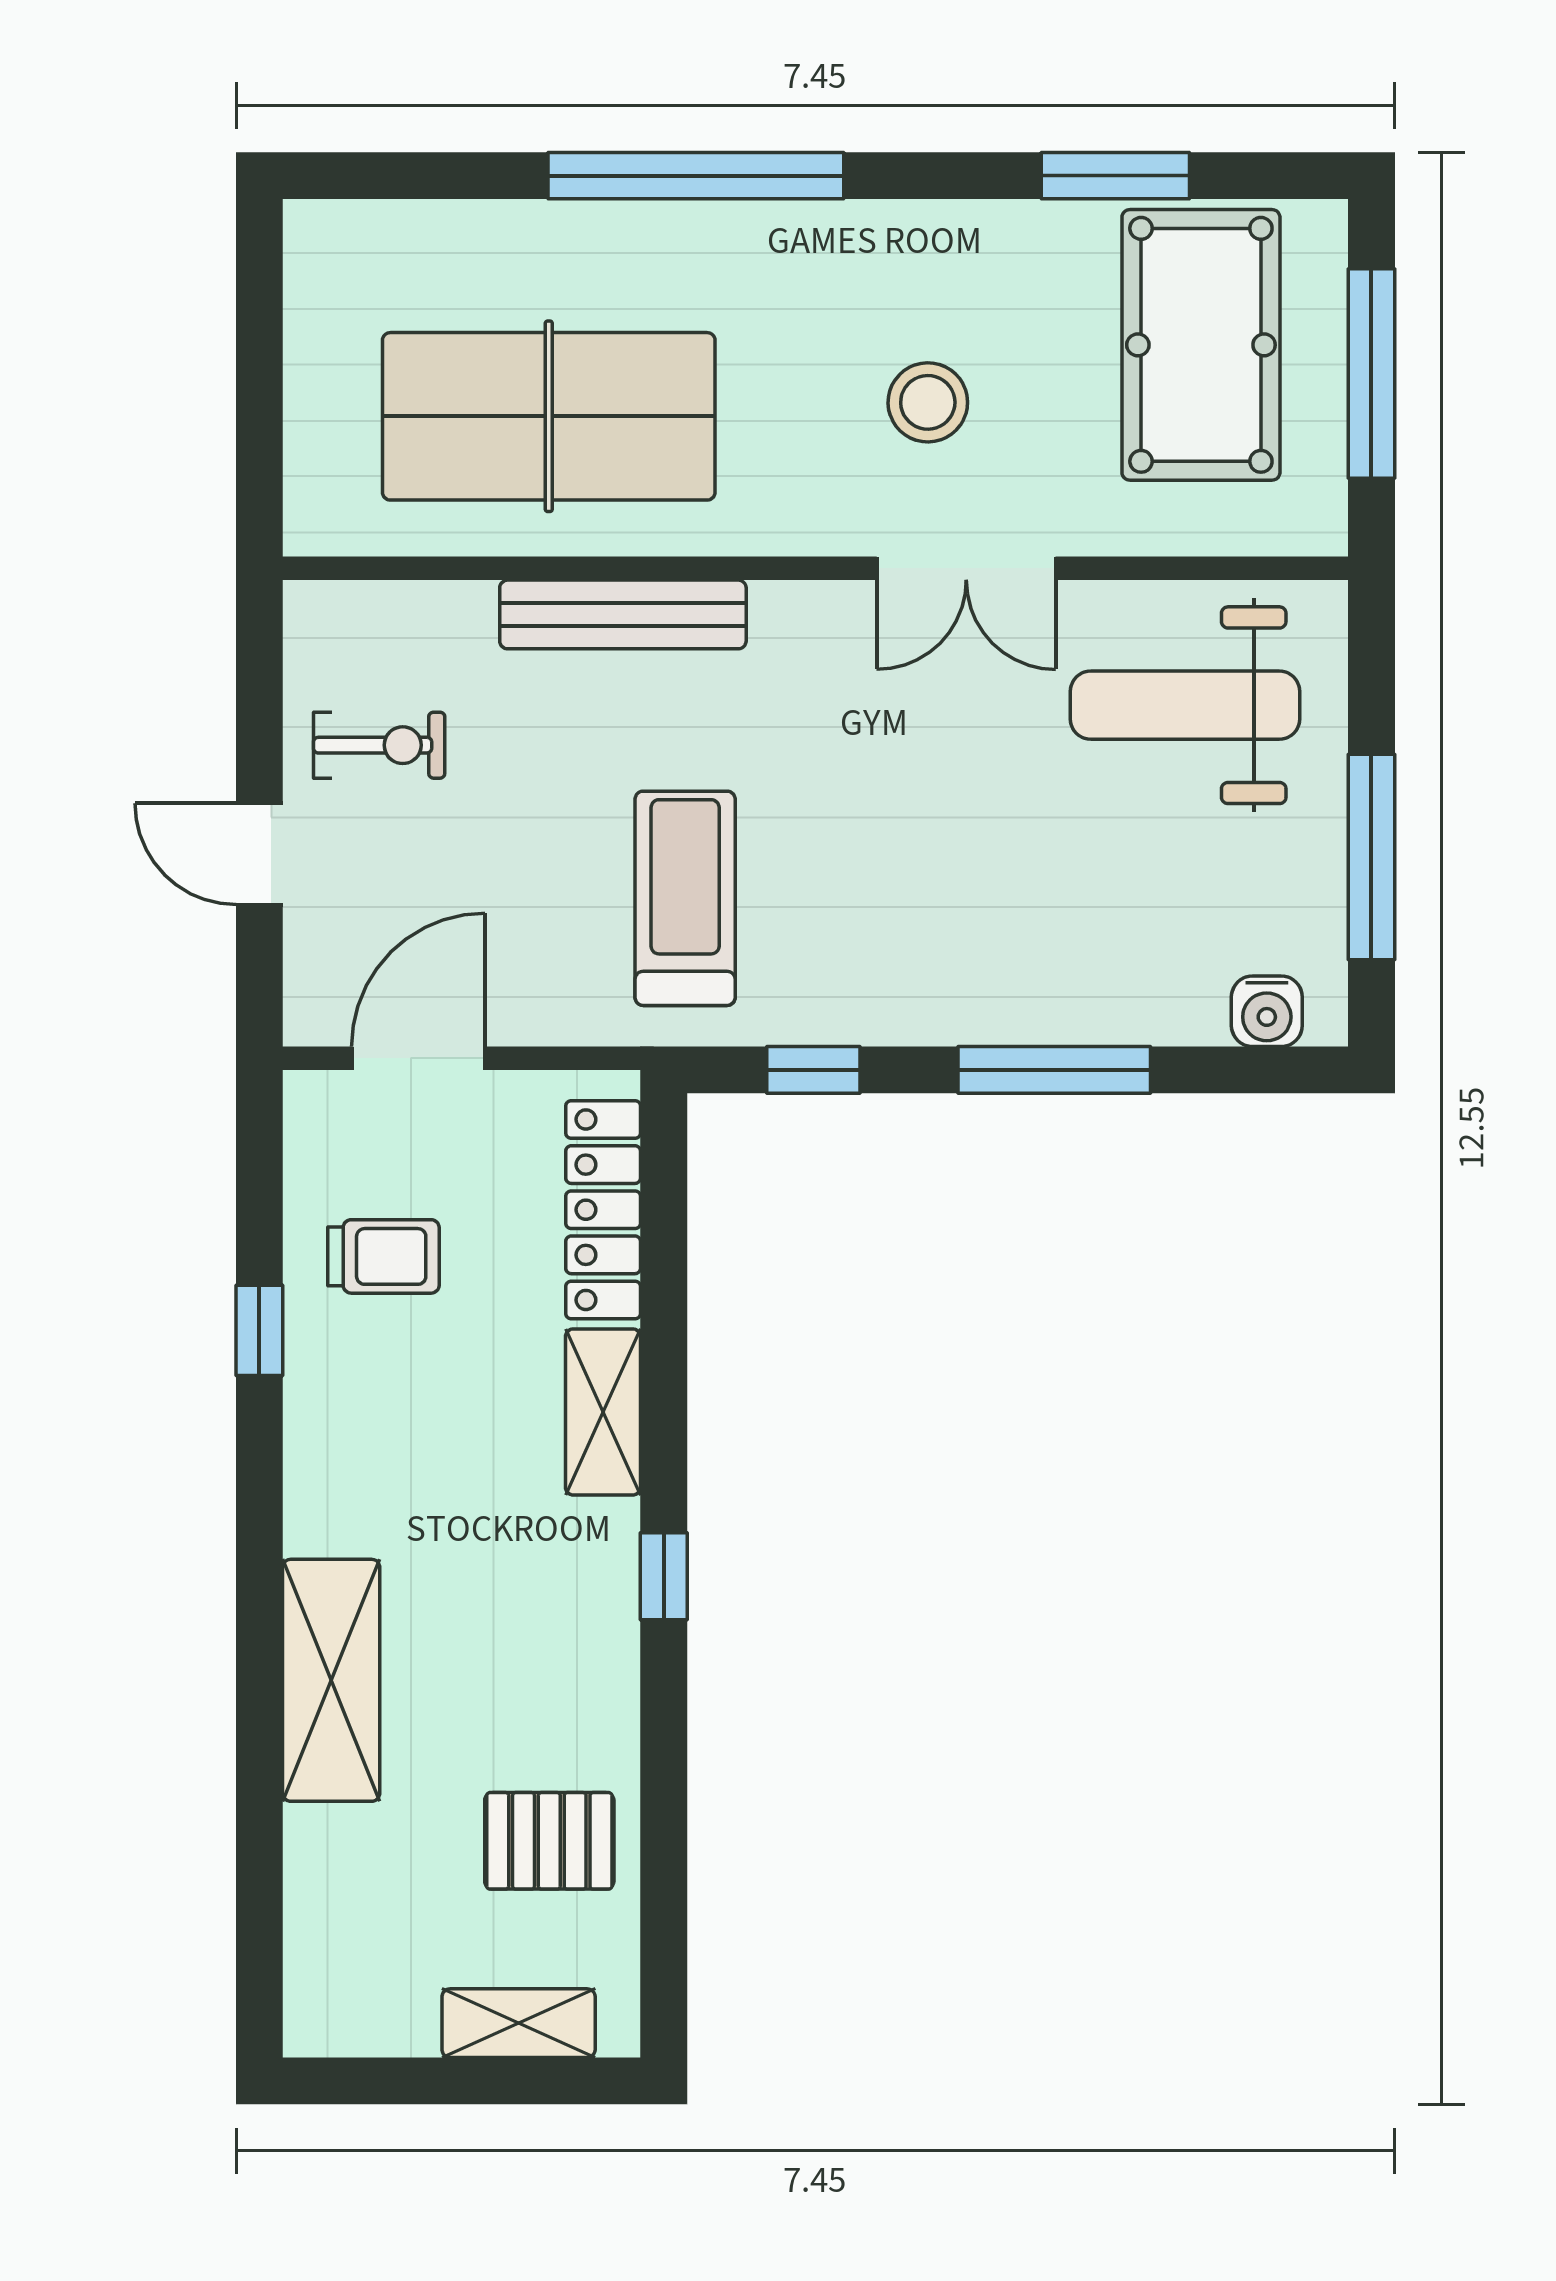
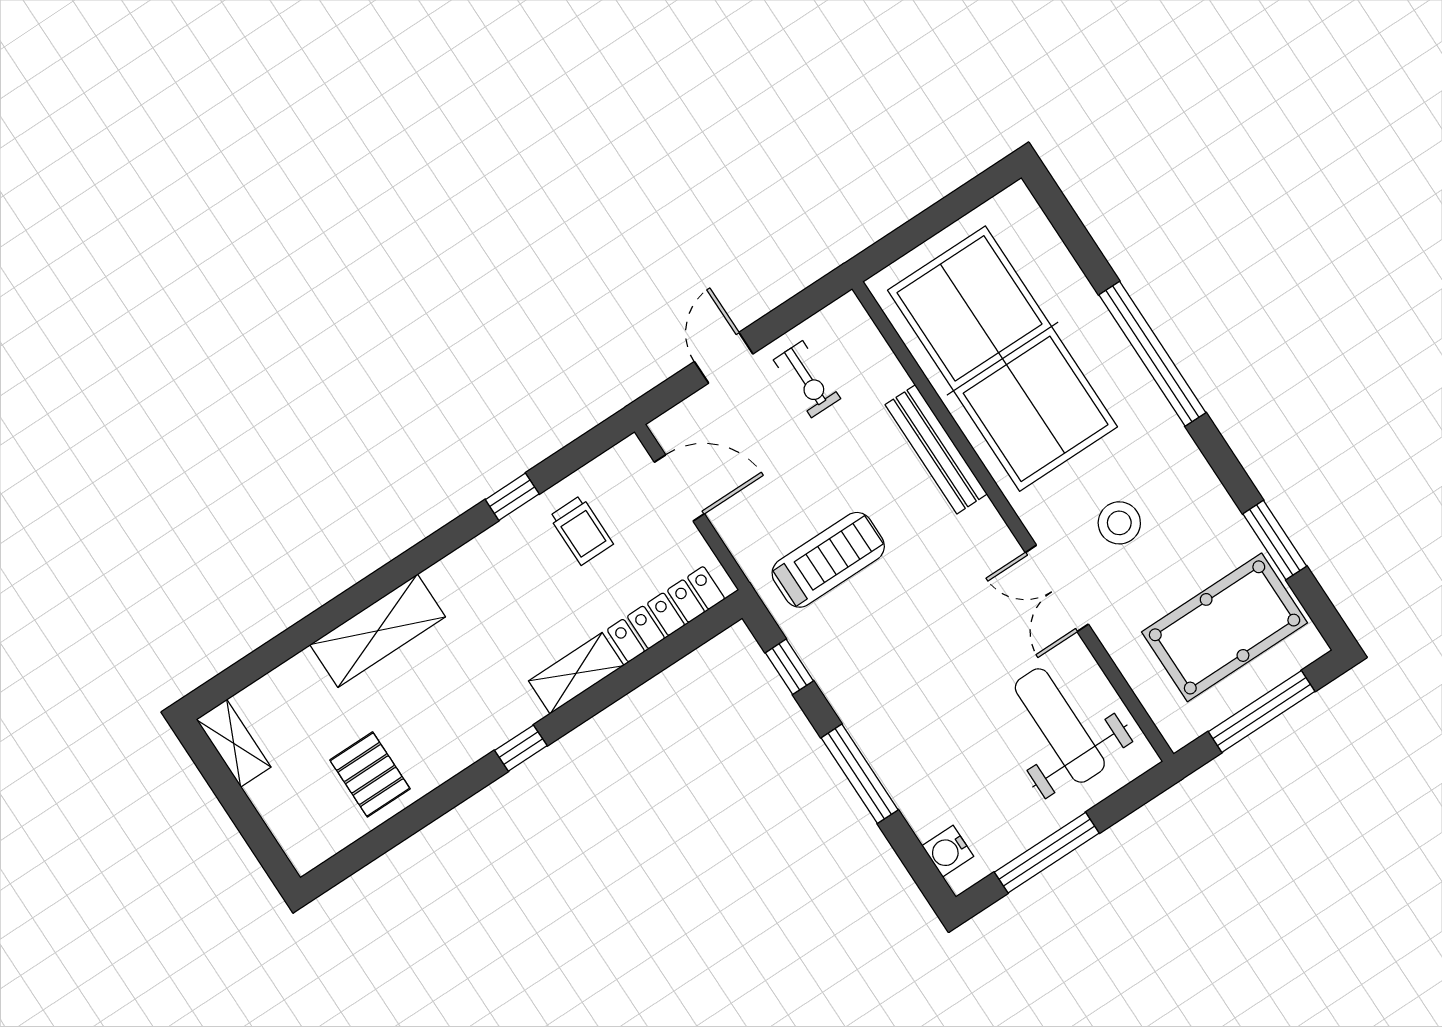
table tennis table: (549, 416) -> (1003, 359), width x1.36, depth x1.32
shelving: (519, 2023) -> (234, 743), moved

